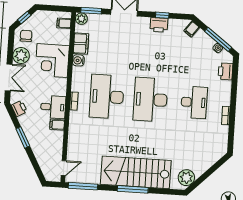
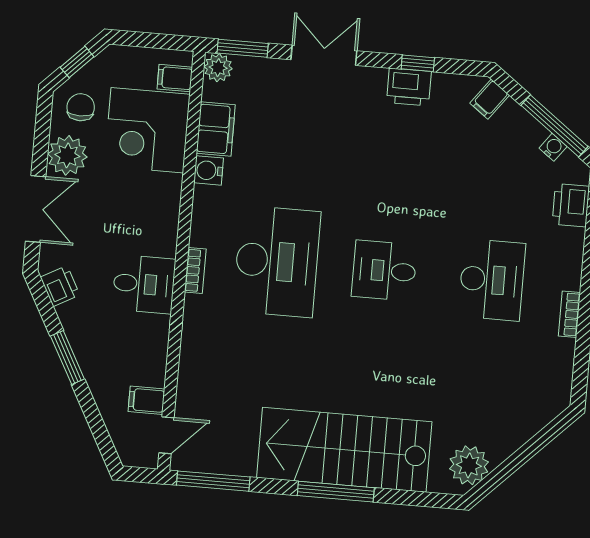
corner desk: (52, 61) -> (147, 130), moved
desk: (107, 97) -> (277, 261), turned 180
desk: (150, 99) -> (384, 271), width x0.53, depth x0.77
filing cabinet: (57, 125) -> (147, 400), moved

